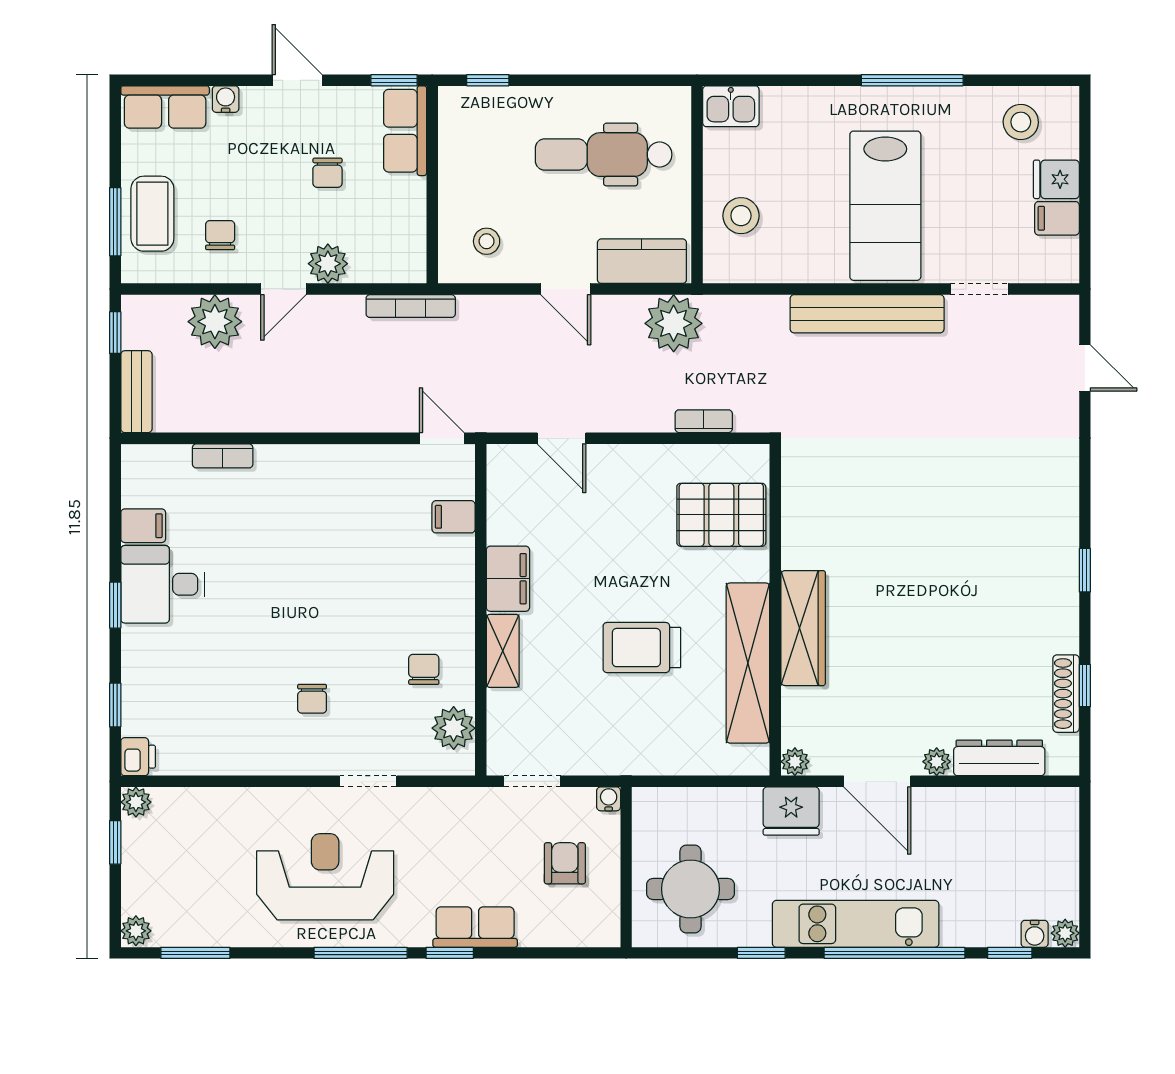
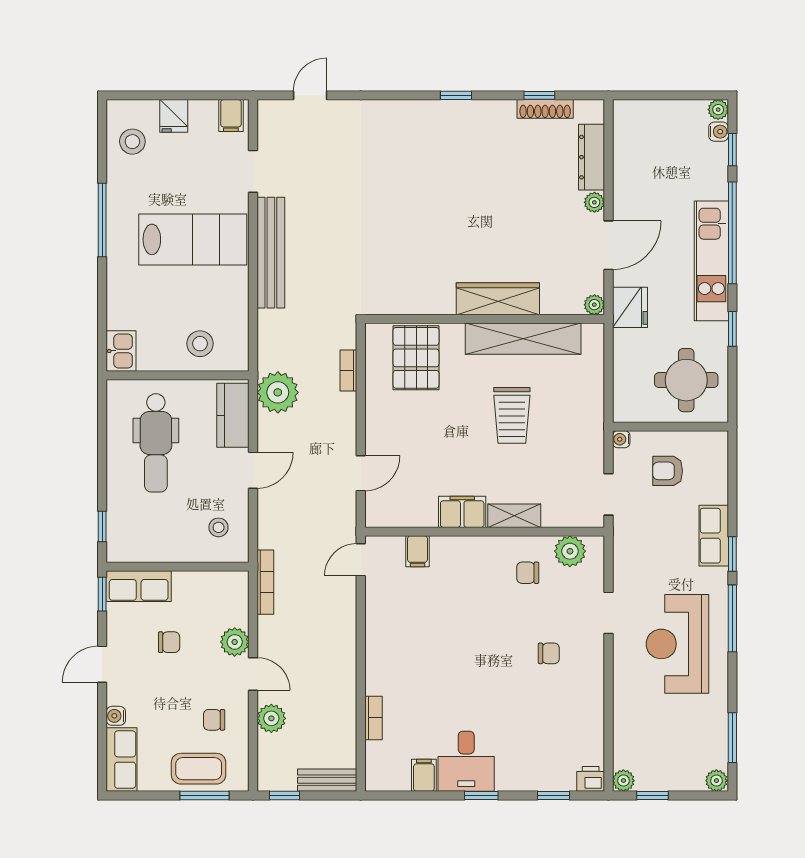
filing cabinet: (1057, 218) -> (231, 116), moved
plant: (215, 322) -> (271, 718), width x0.73, depth x0.73

